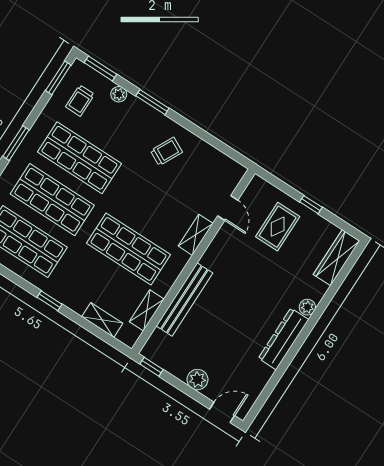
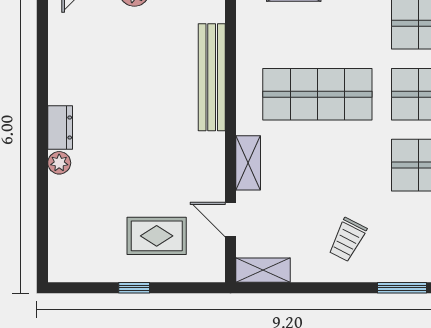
rug: (278, 227) -> (157, 236), turned 90
wardrobe: (336, 258) -> (63, 244), removed
shelving: (147, 310) -> (263, 270), moved, turned 90
dresser: (284, 339) -> (60, 128), width x0.51, depth x0.80

